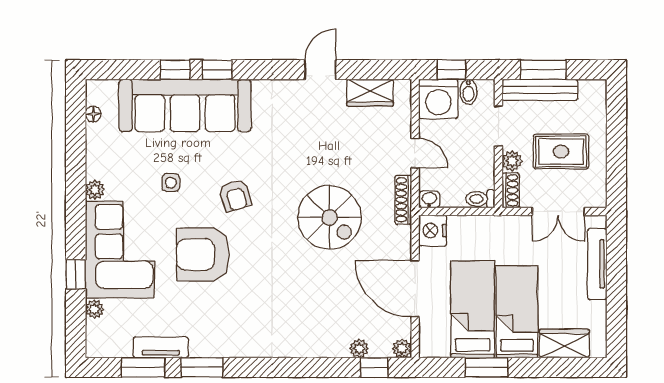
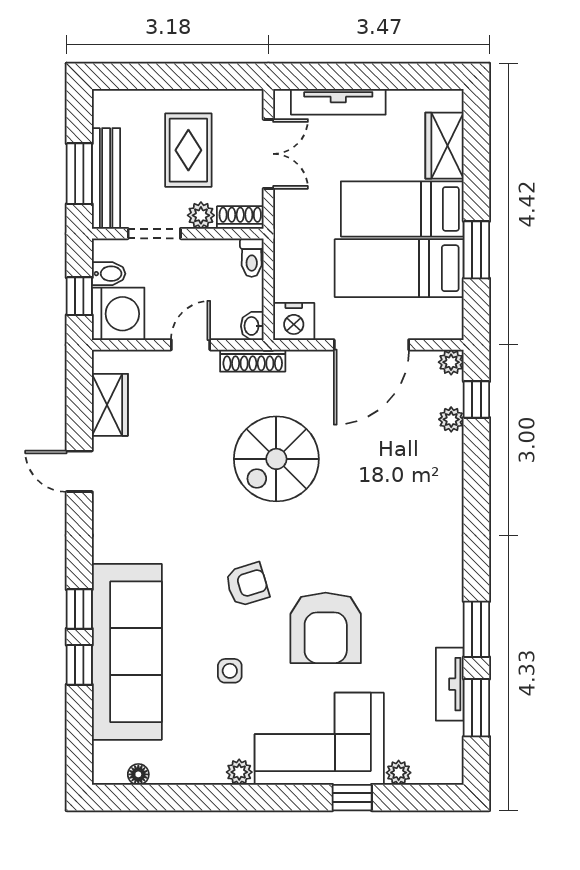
spiral stairs: (330, 217) -> (276, 459), turned 180

